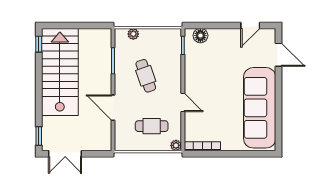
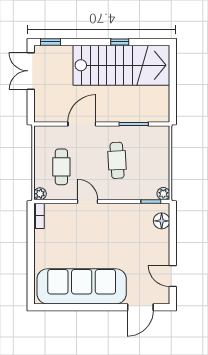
plant: (133, 34) -> (163, 194), moved
window: (39, 44) -> (120, 42), moved
cafe table: (146, 76) -> (117, 160), turned -74
door: (183, 102) -> (88, 201), swing flipped
bookcase: (202, 146) -> (39, 216), width x0.64

